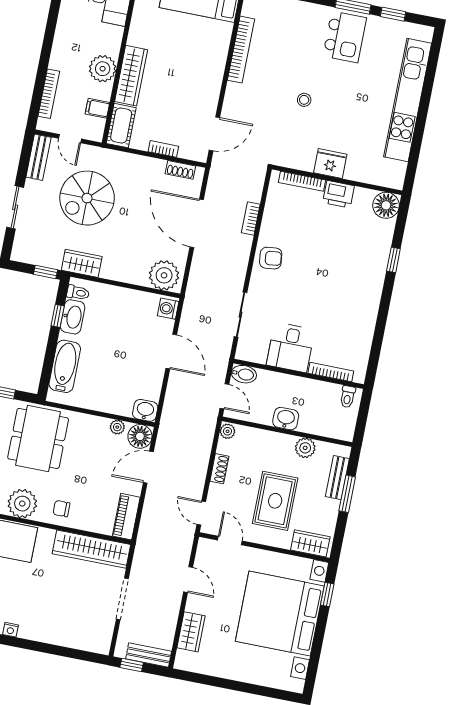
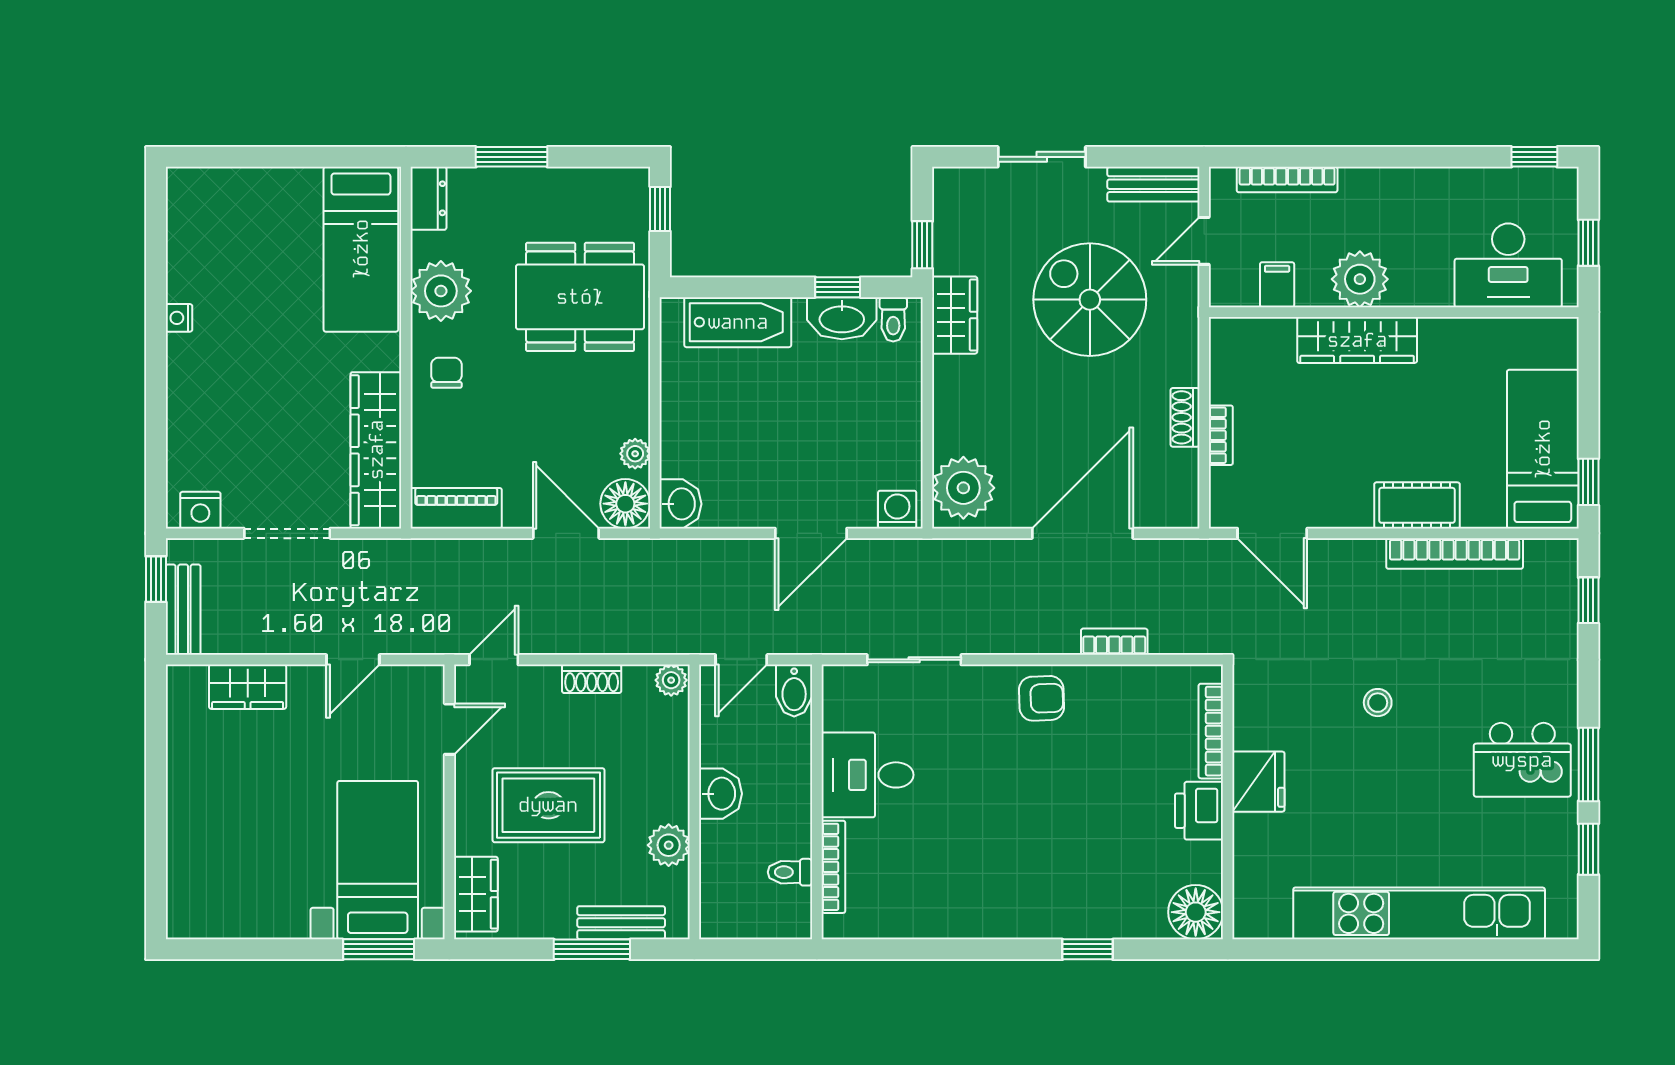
cot: (121, 126) -> (1417, 505), moved
shoe rack: (180, 170) -> (1185, 417), moved
armchair: (271, 258) -> (1042, 698), turned -86
toilet: (348, 397) -> (790, 872), moved
window: (327, 594) -> (379, 949), width x1.50
bed with nightstands: (280, 614) -> (378, 860), width x0.54
nightstand: (103, 638) -> (200, 510), added

